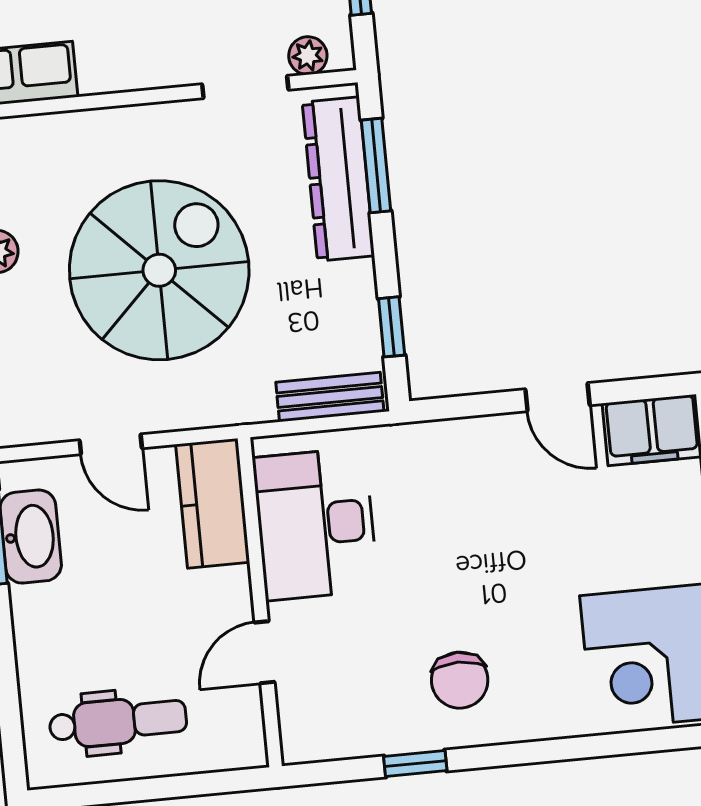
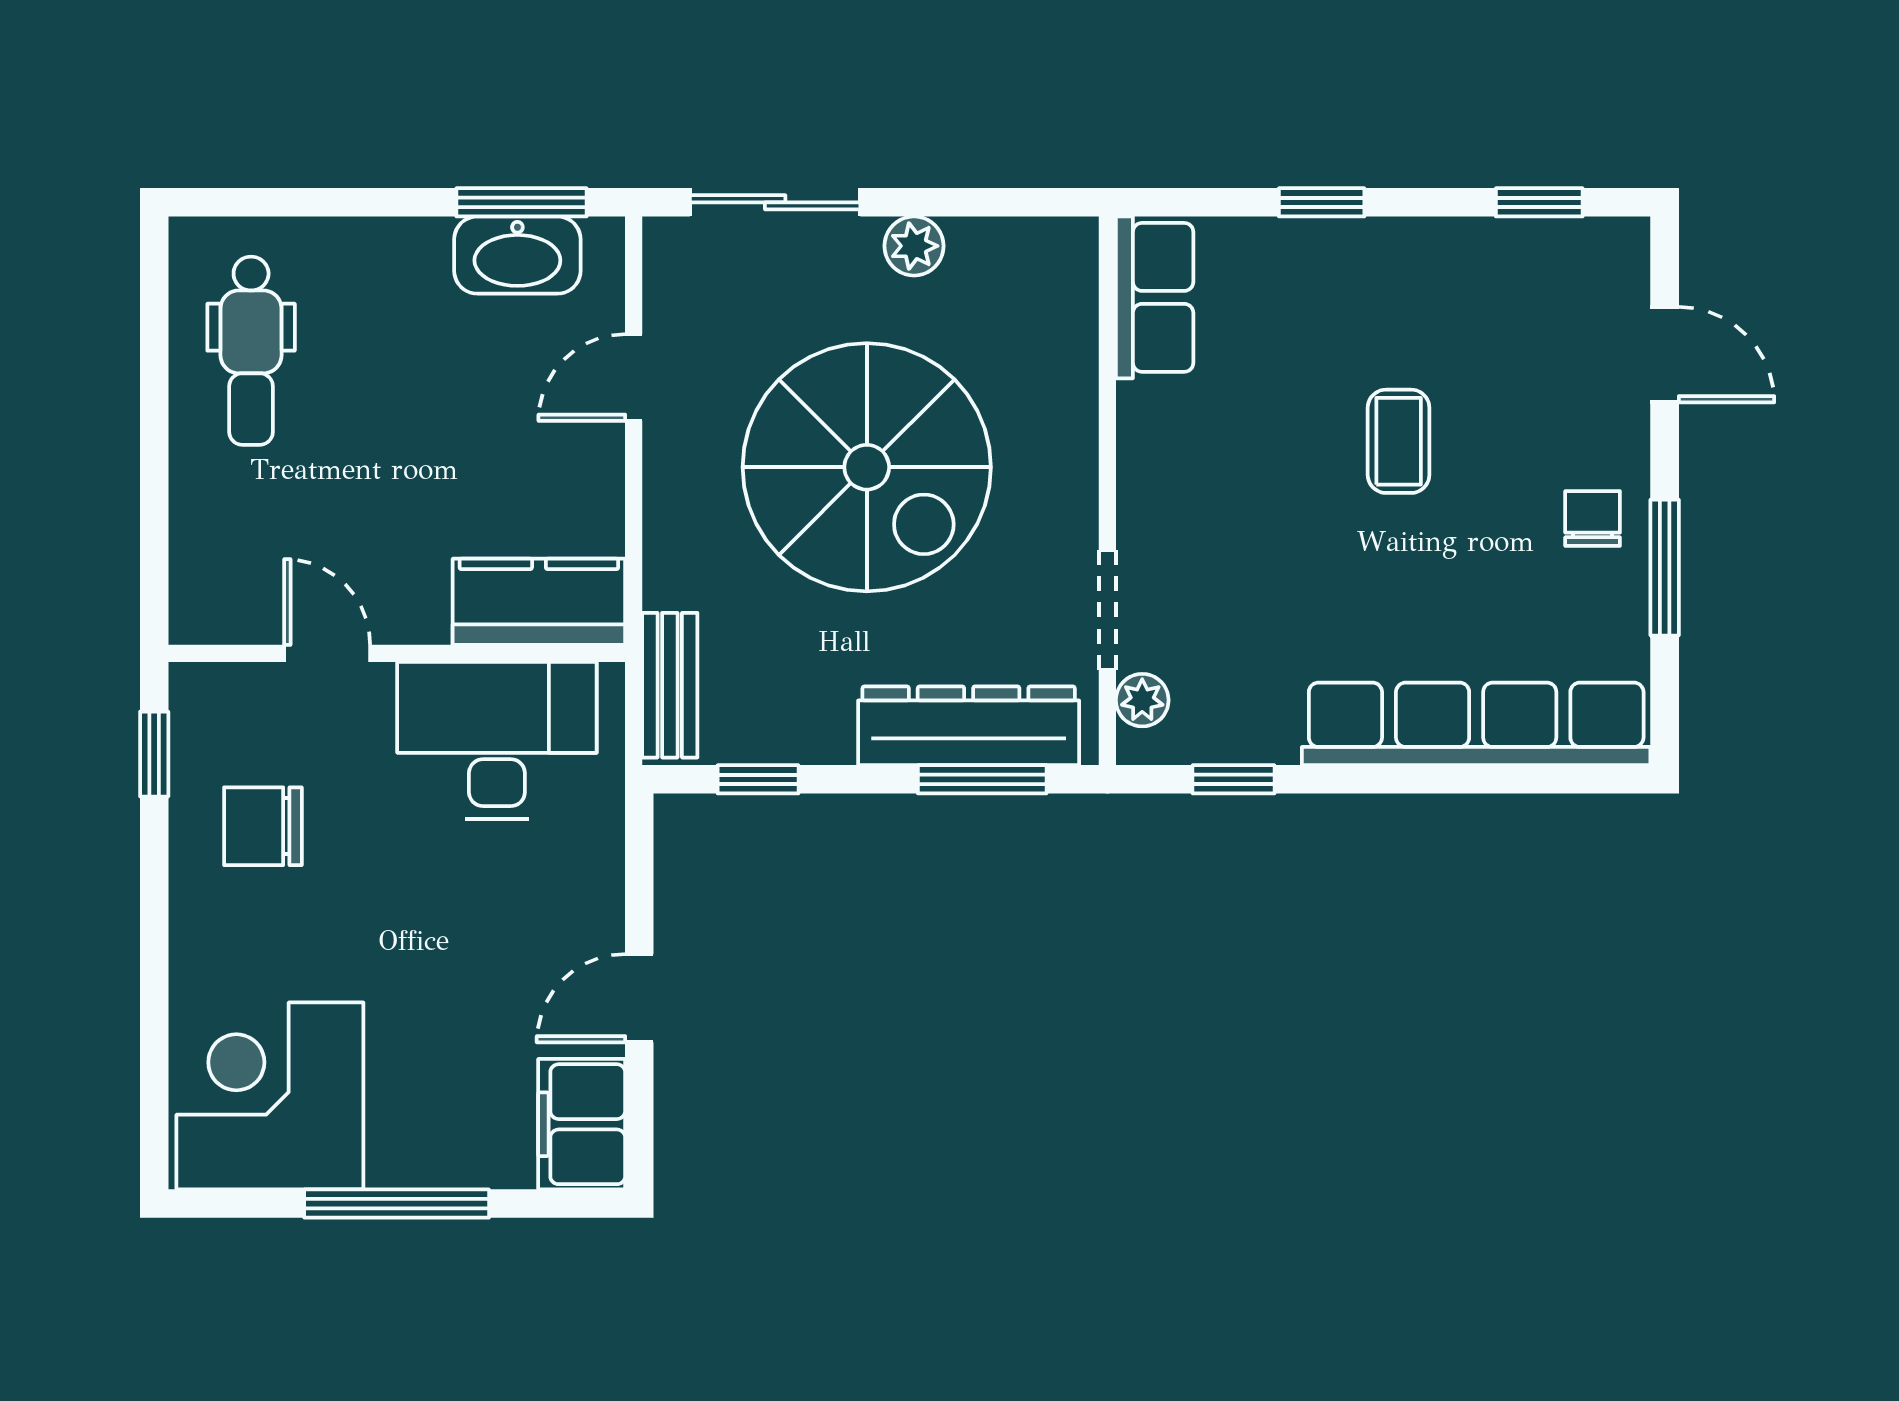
kitchen counter: (213, 503) -> (539, 602), moved
desk: (315, 524) -> (497, 740), moved
wall: (260, 602) -> (397, 653), moved
door: (265, 652) -> (327, 653), moved

